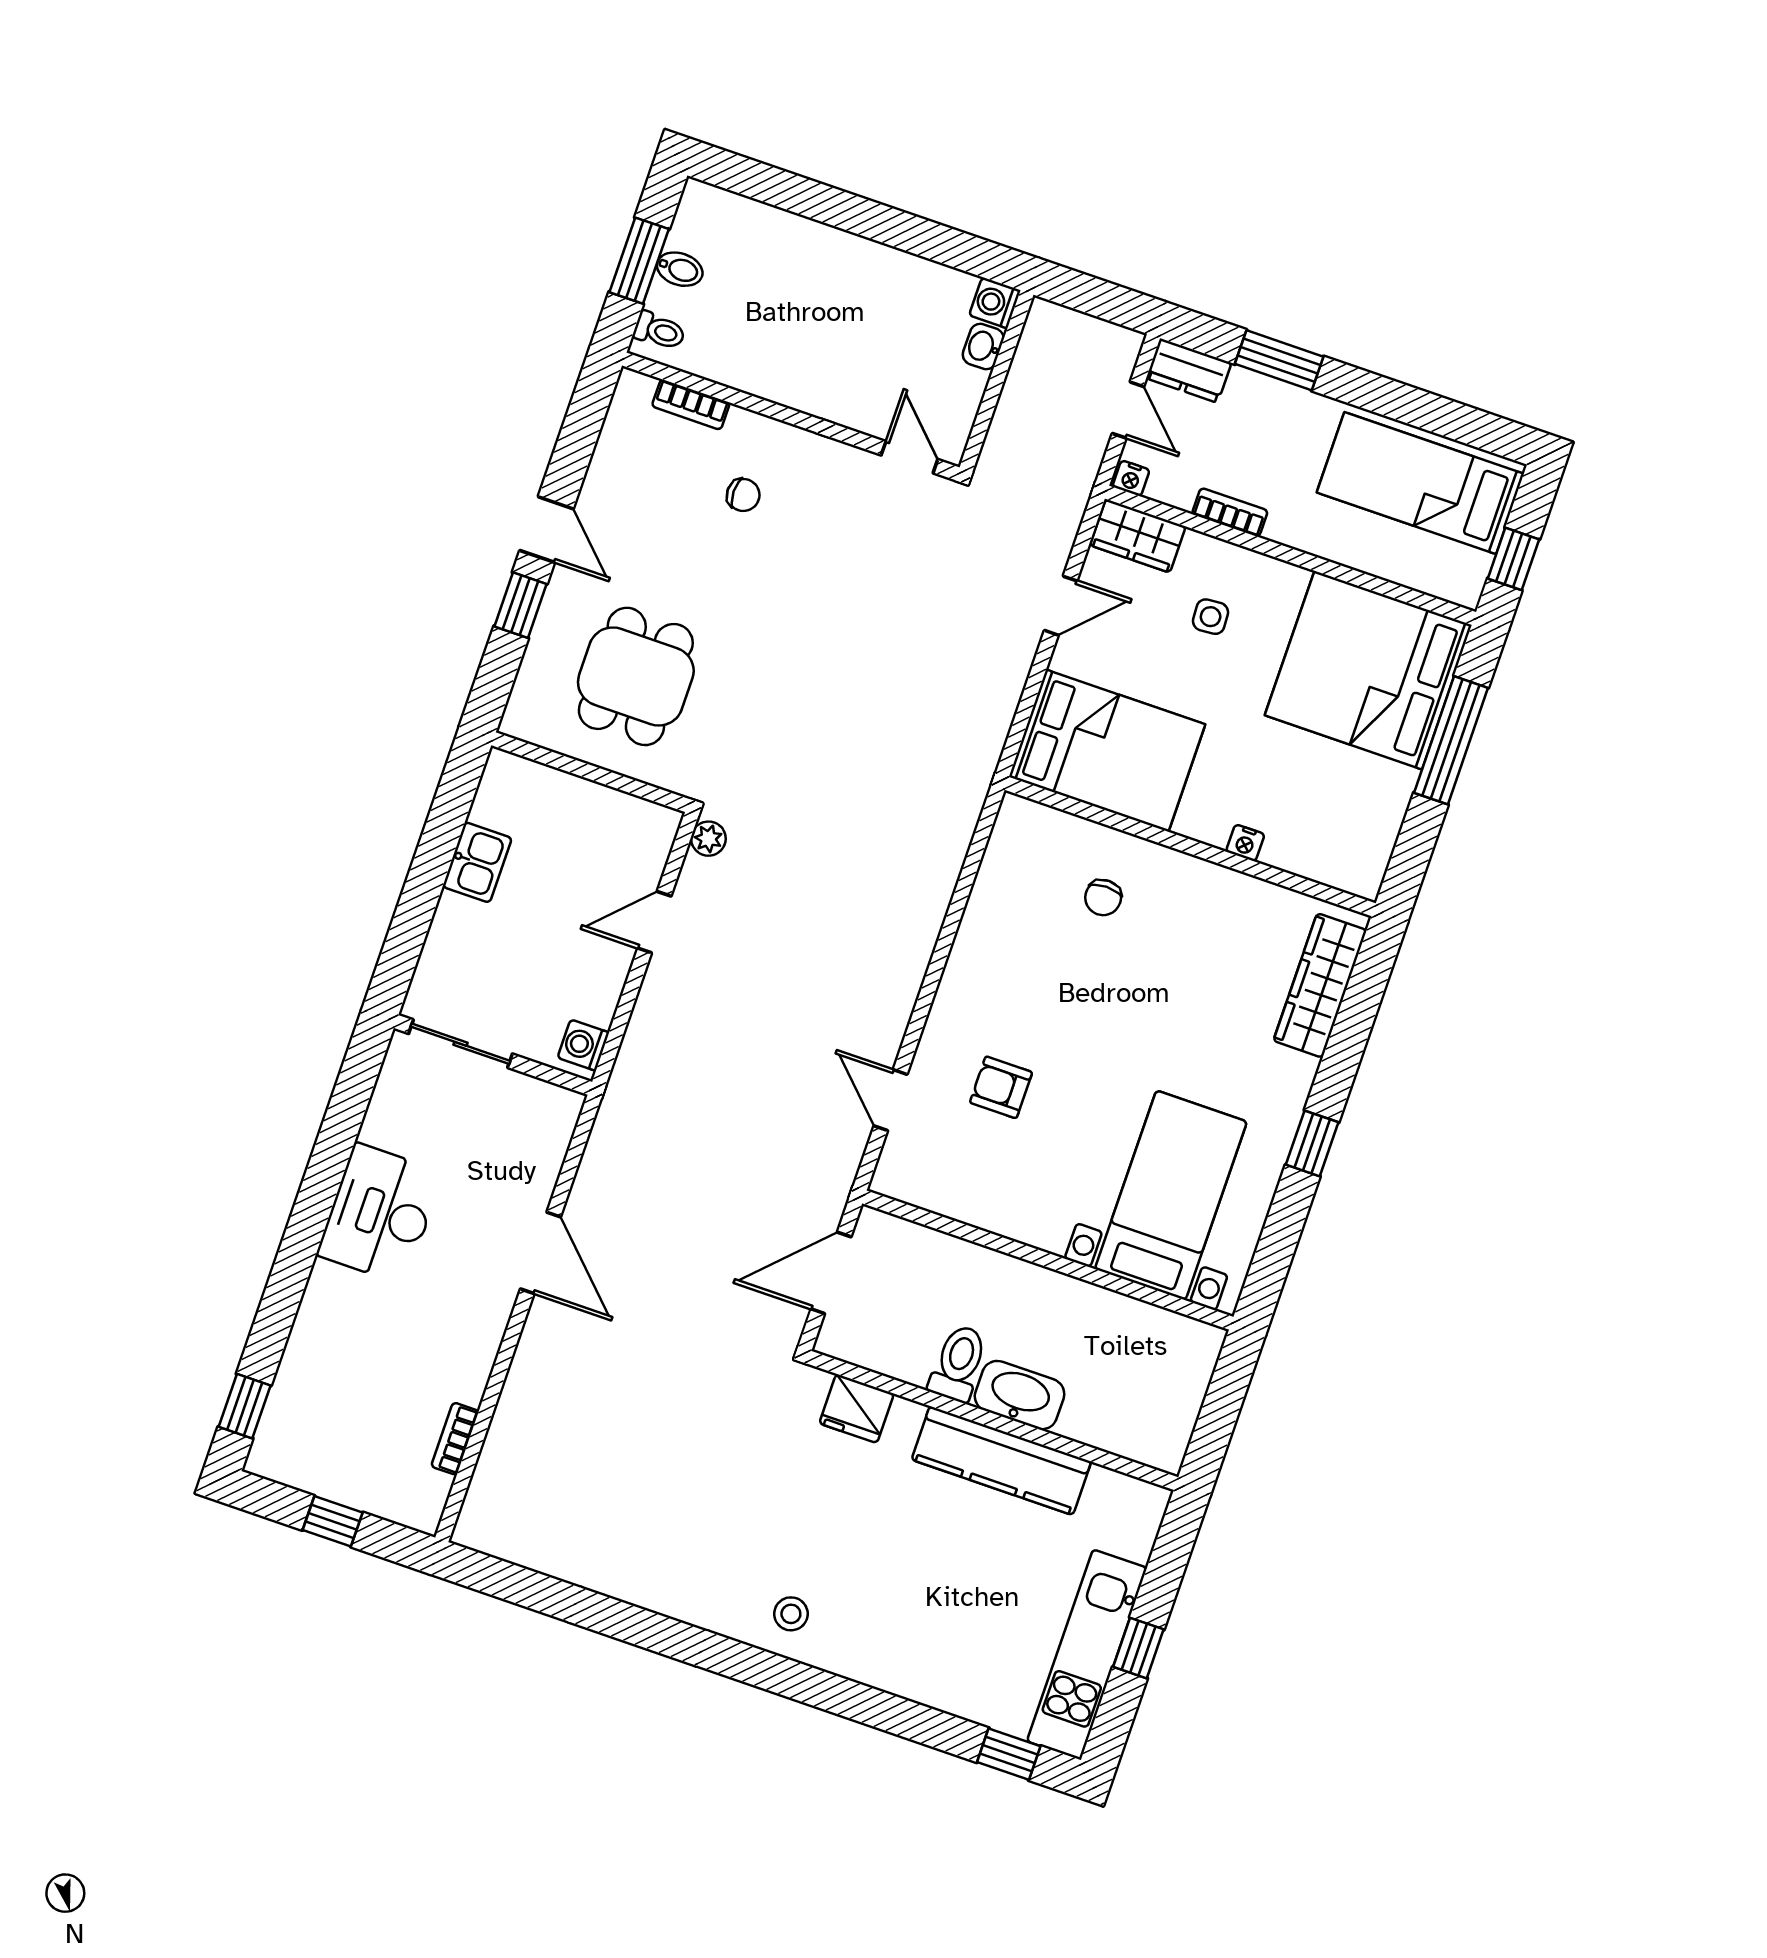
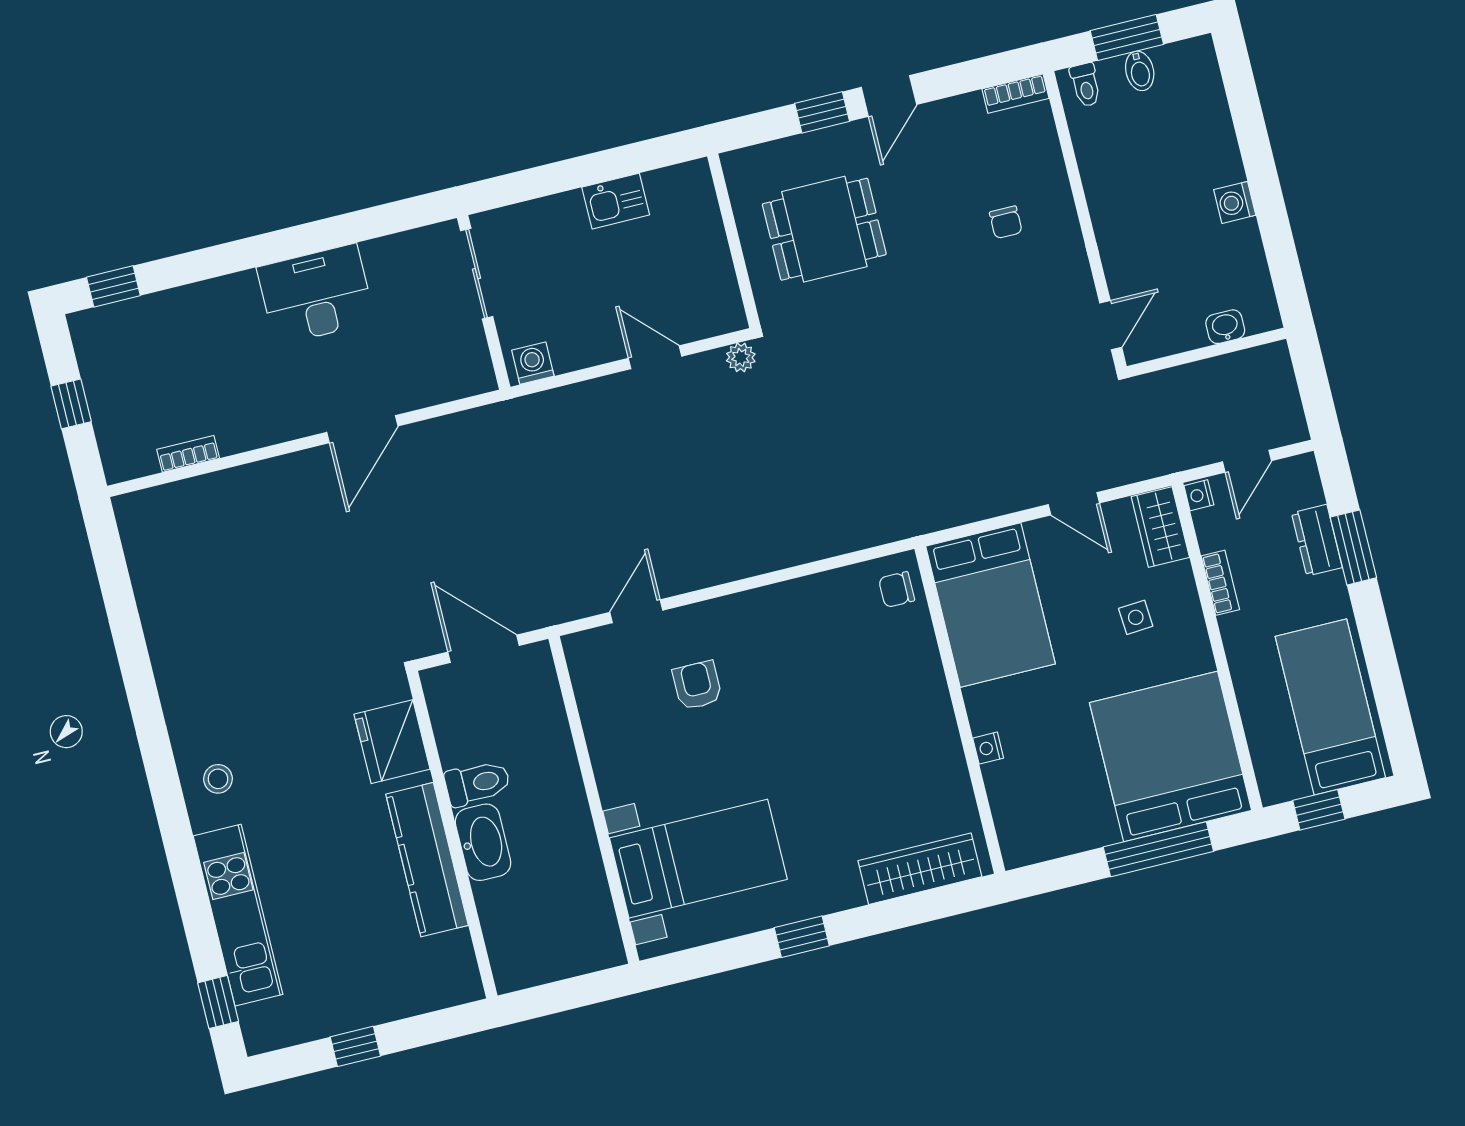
washing machine: (995, 303) -> (1235, 202), moved, turned -90
dresser: (1189, 371) -> (1317, 540), moved
bookcase: (691, 405) -> (1015, 94), moved, turned -90
chair: (1103, 898) -> (897, 590), moved
fridge: (857, 1409) -> (392, 742), width x1.36, depth x1.34
kitchen unit: (1087, 1655) -> (238, 915), moved, turned 90

